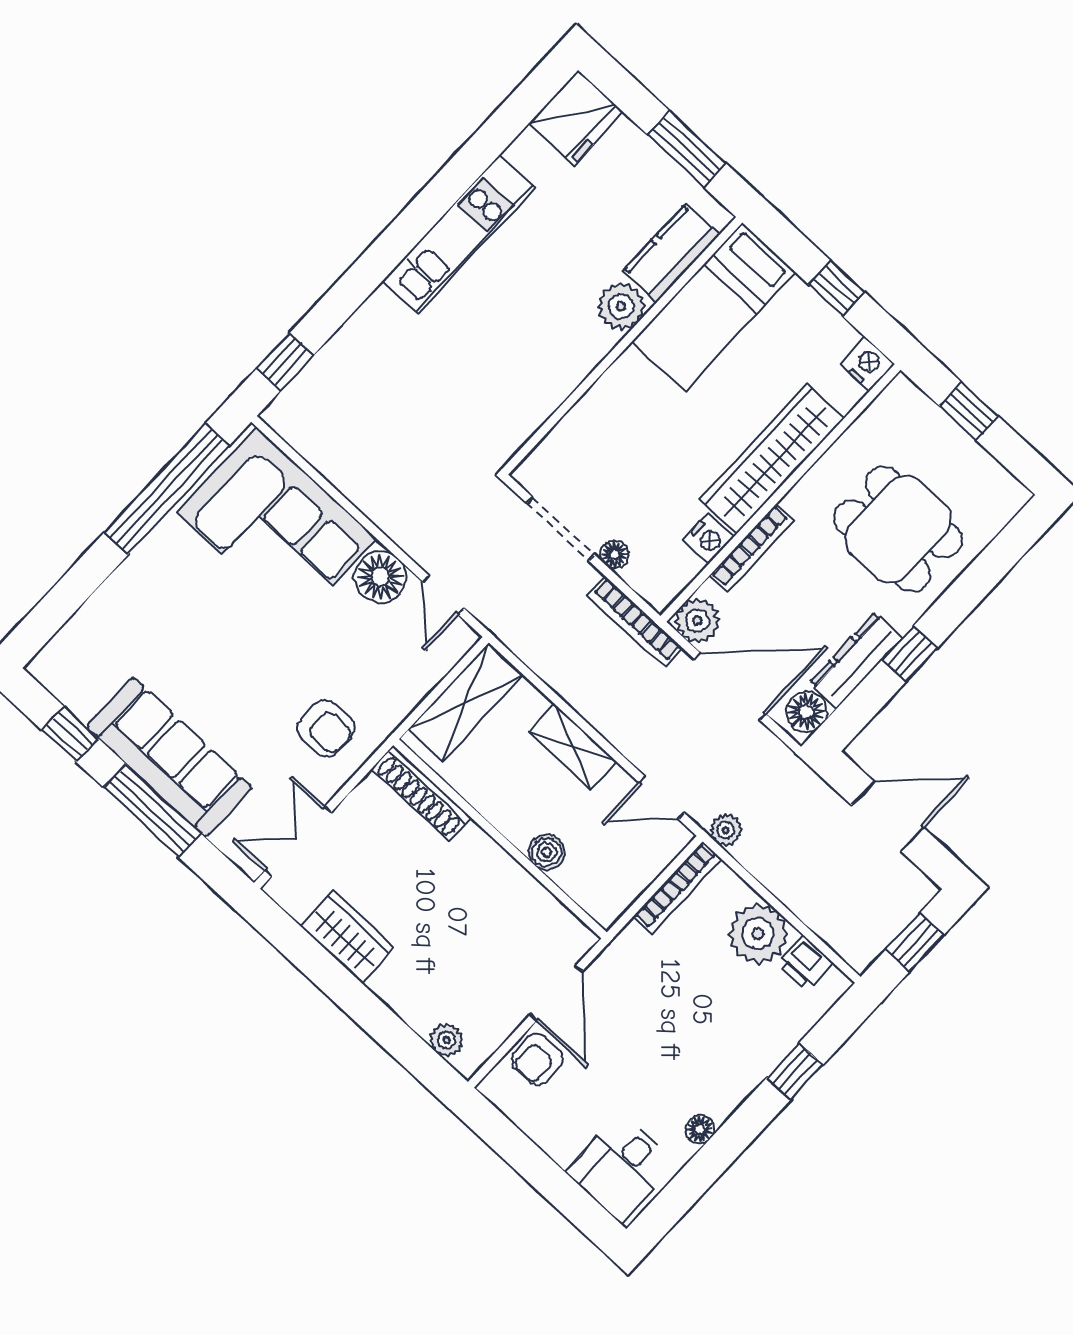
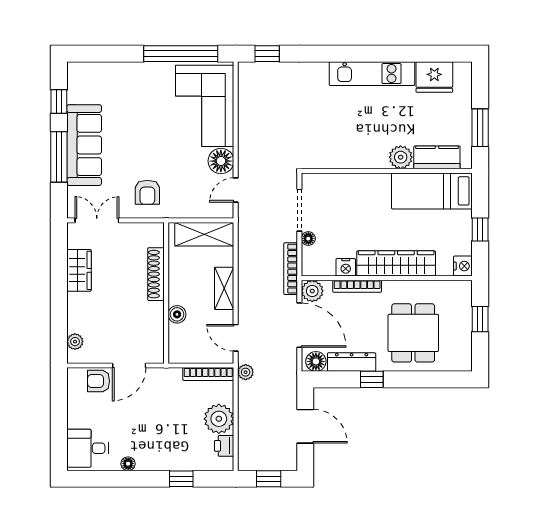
fridge: (576, 118) -> (434, 77), moved
shoe rack: (421, 793) -> (156, 274), moved

